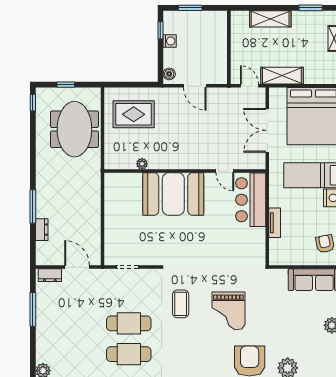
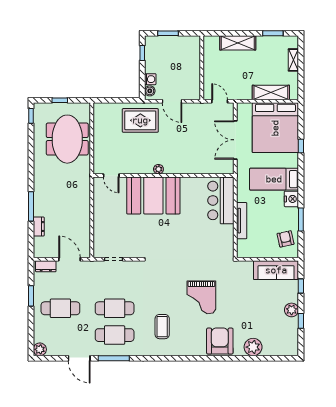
washing machine: (170, 41) -> (150, 79), moved
shelving: (282, 76) -> (271, 92), moved
rug: (134, 114) -> (140, 120), moved
plant: (142, 164) -> (158, 169), moved
door: (225, 171) -> (111, 175), moved
tv unit: (275, 223) -> (242, 221), width x1.41
coffee table: (181, 304) -> (162, 327), moved
window: (33, 309) -> (31, 296), width x0.69
cafe table: (67, 323) -> (60, 308), added

